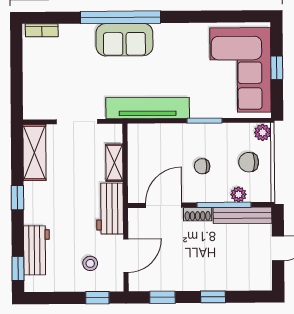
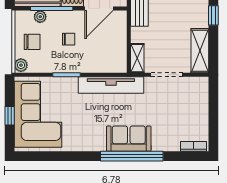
shelving: (114, 163) -> (137, 58), moved

